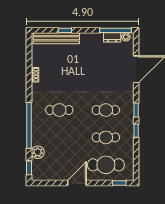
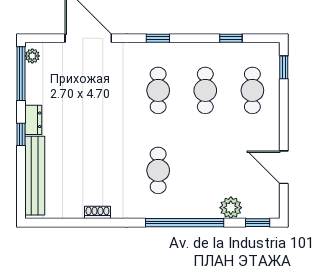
window: (65, 30) -> (21, 134), moved
dresser: (112, 37) -> (33, 120), moved
window: (136, 131) -> (231, 38), moved
cafe table: (106, 165) -> (252, 90), width x0.73, depth x0.74
door: (77, 183) -> (284, 167), moved

